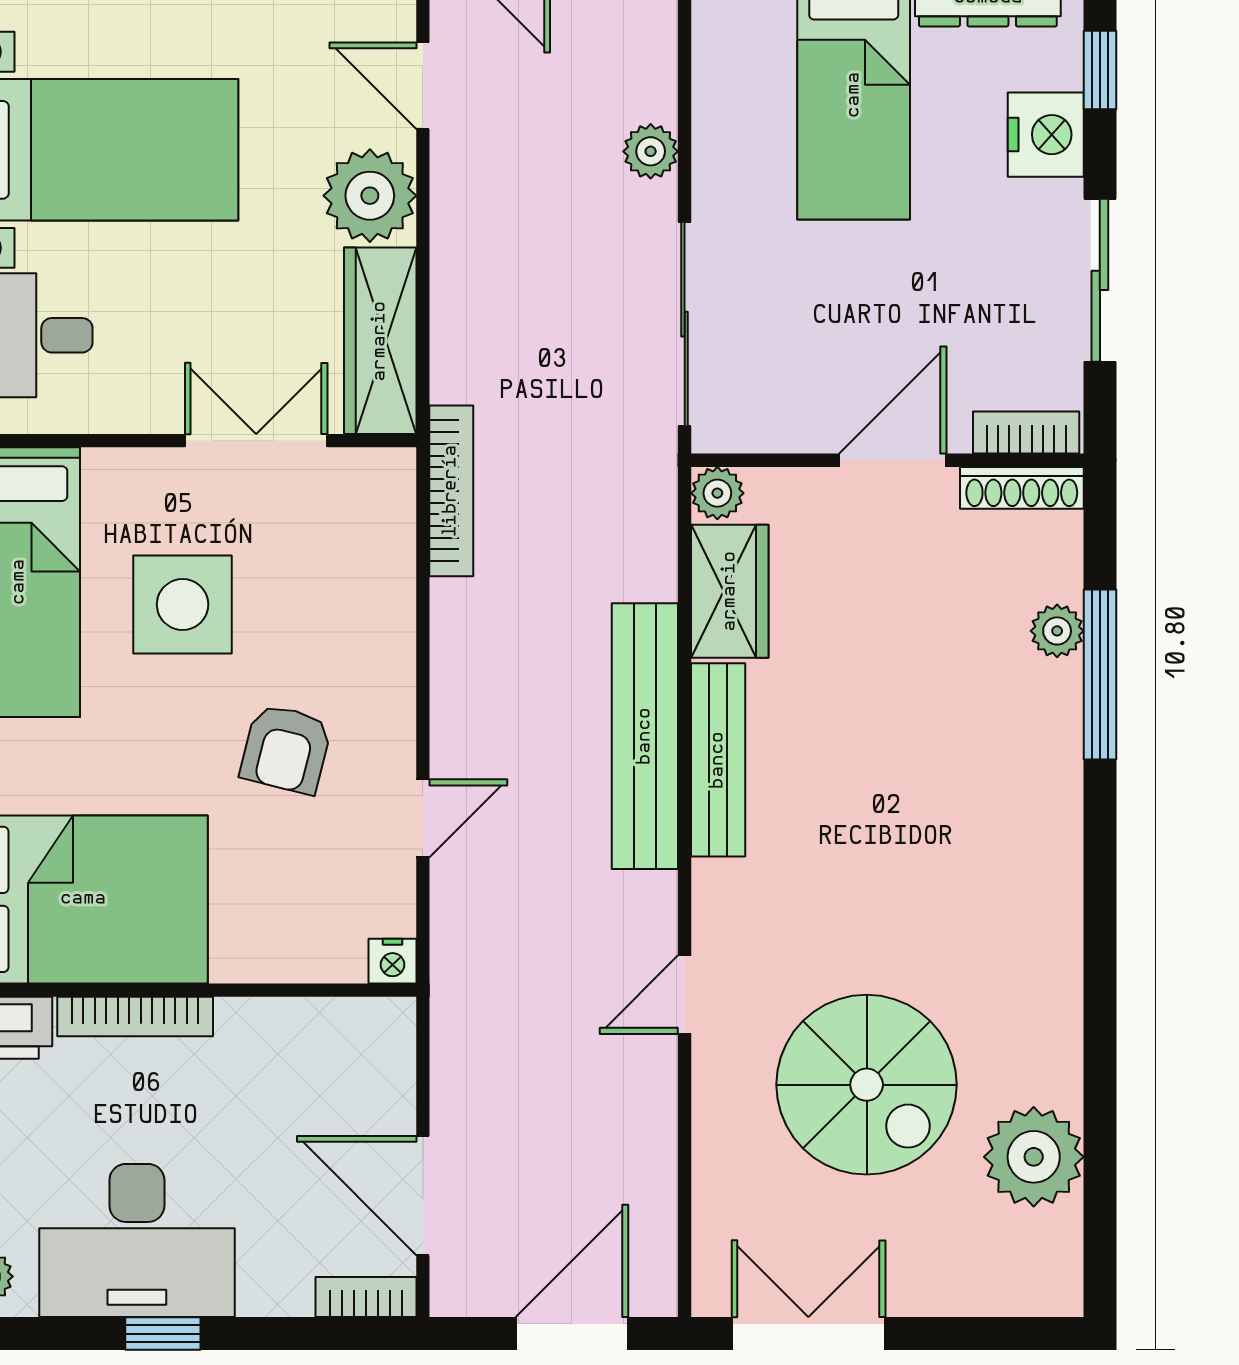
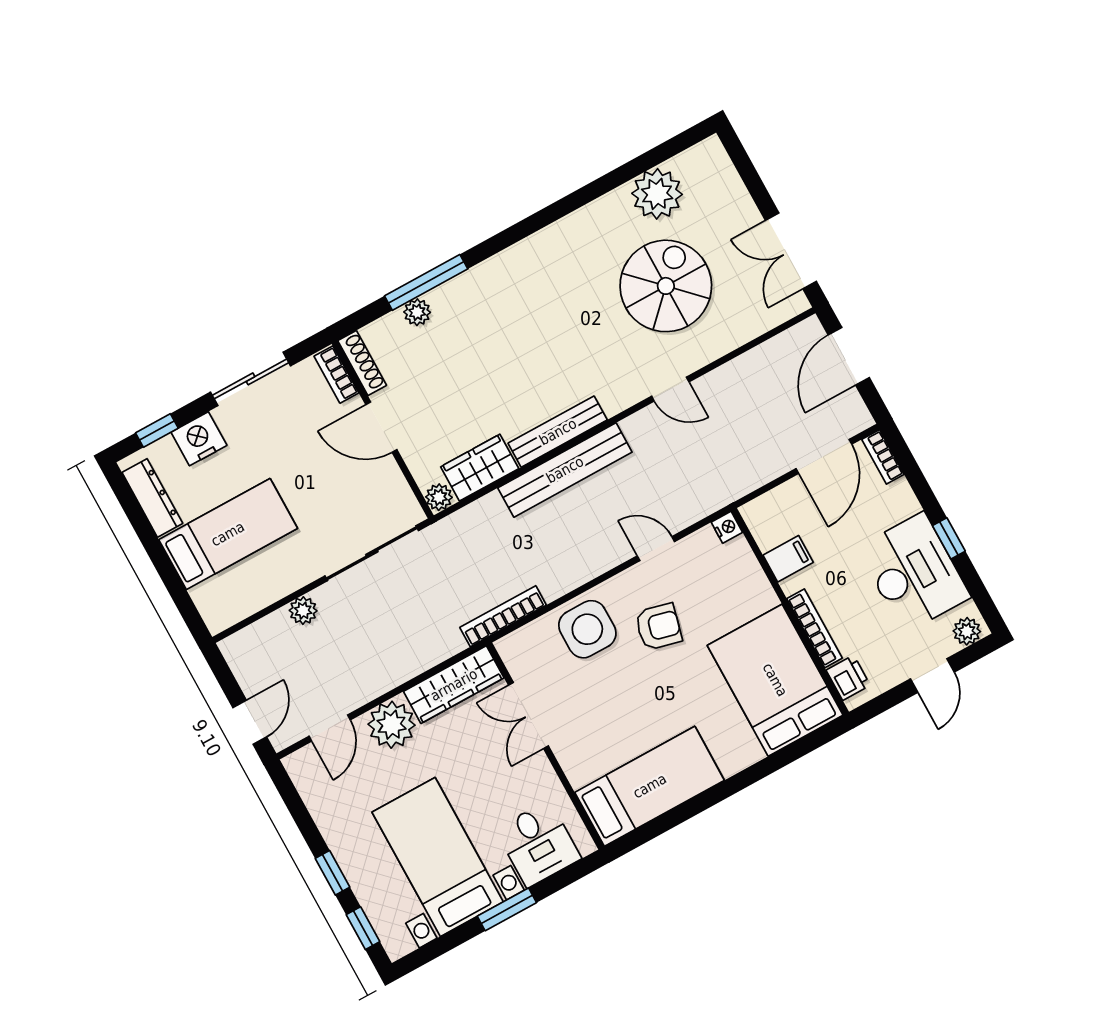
side table: (183, 604) -> (587, 629), moved
filing cabinet: (280, 1037) -> (788, 559), added
door: (572, 1334) -> (849, 356), hinge flipped

